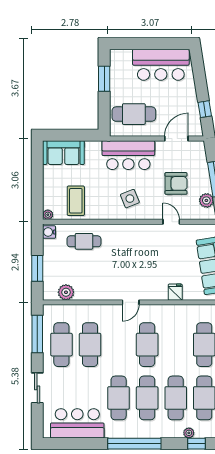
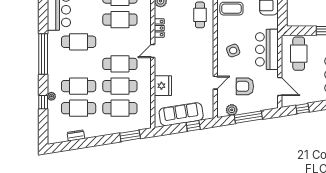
armchair: (176, 183) -> (245, 86), turned 90
fridge: (175, 292) -> (163, 86), width x1.88, depth x1.34
locker: (101, 294) -> (159, 28), added
door: (131, 302) -> (153, 51), hinge flipped
cafe table: (147, 398) -> (120, 86), moved

